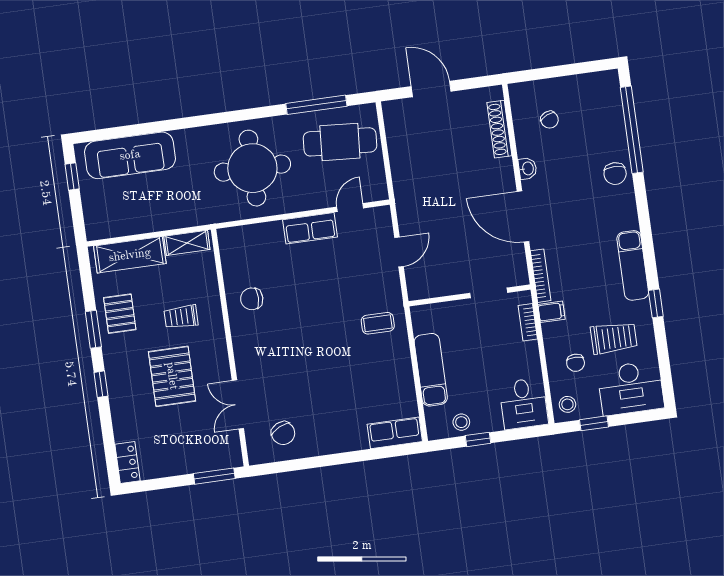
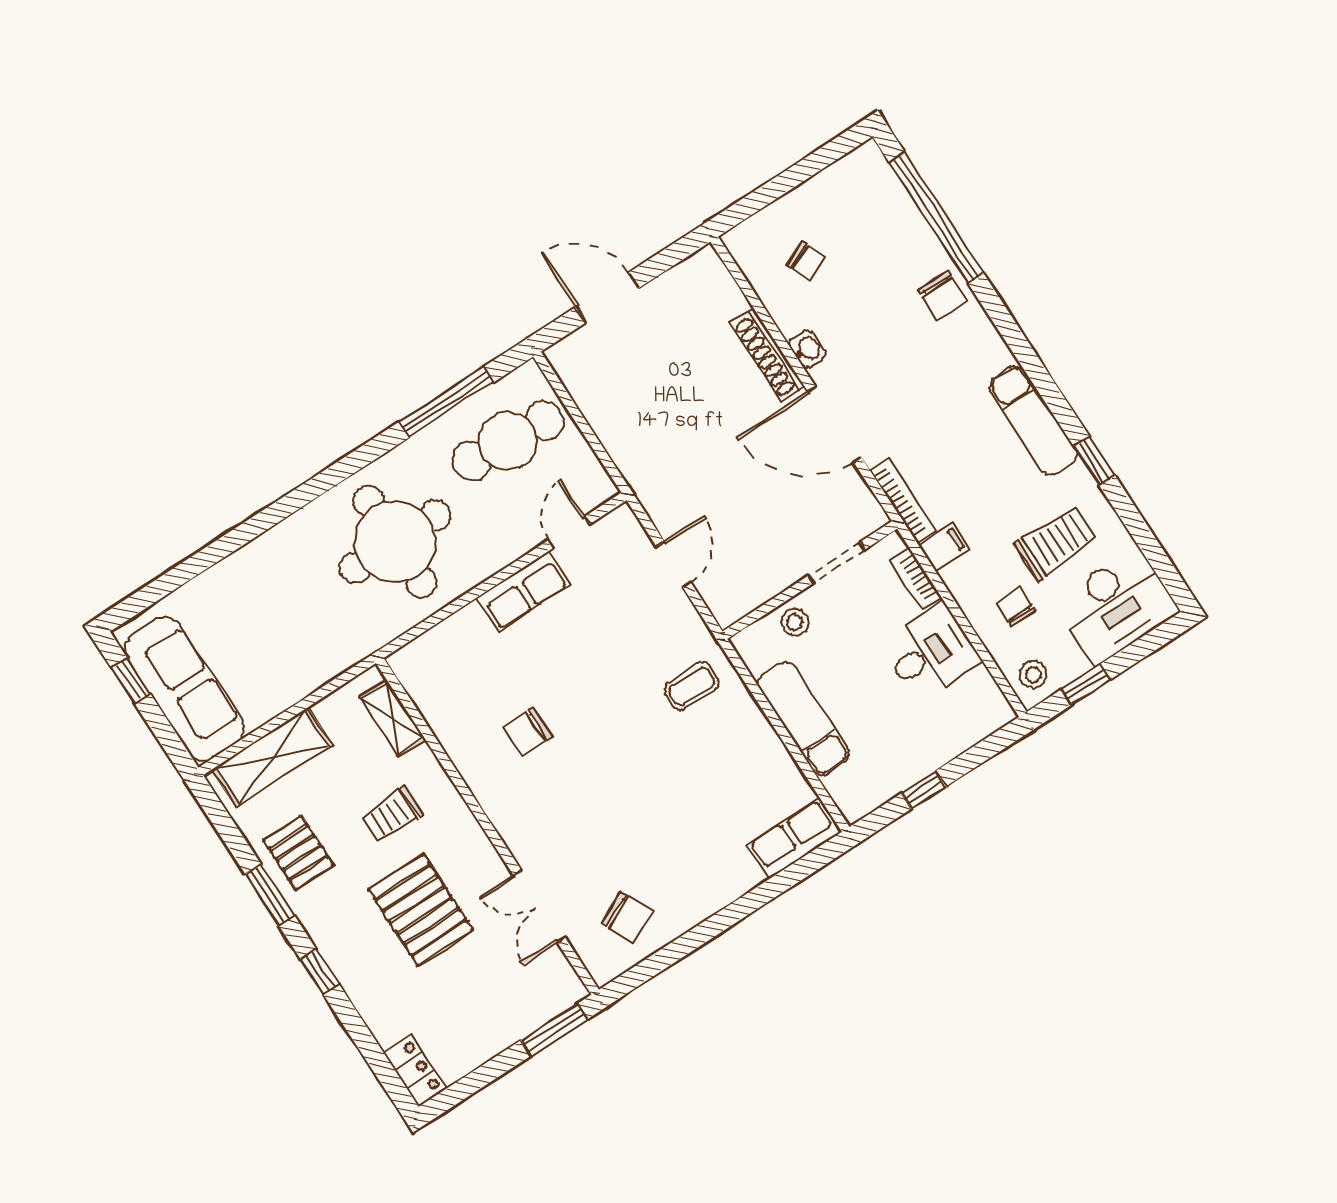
shoe rack: (499, 129) -> (767, 355), moved
sofa: (130, 155) -> (184, 689), moved, turned -90
shelving: (187, 243) -> (393, 718), moved, turned 90
chair: (252, 299) -> (528, 732), moved
chair: (576, 363) -> (1016, 607), turned 180
desk: (523, 403) -> (930, 652), moved, turned -90
stool: (461, 422) -> (795, 622), moved

